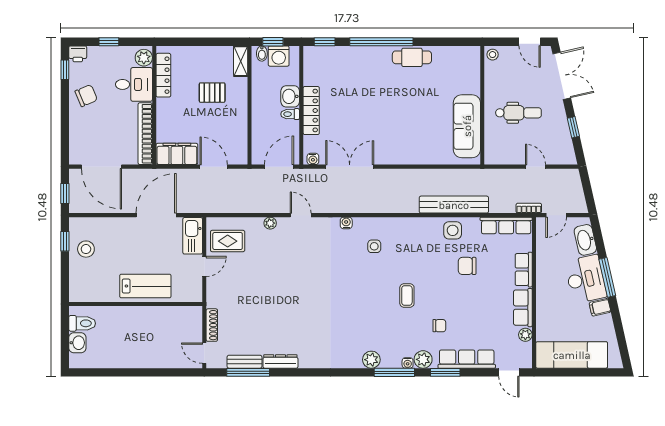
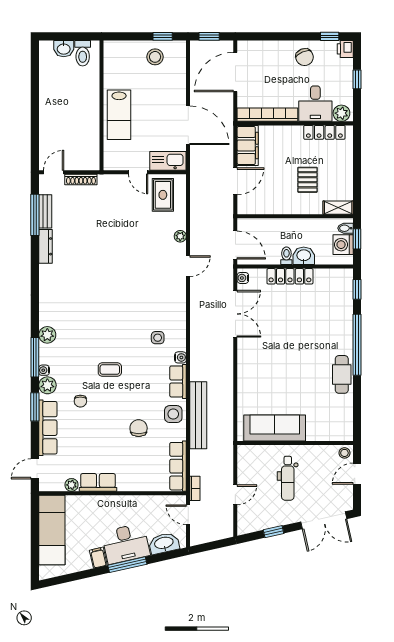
door: (530, 42) -> (357, 474), moved
water cooler: (346, 223) -> (180, 357), moved
row of seats: (524, 270) -> (178, 381), moved, turned -90

